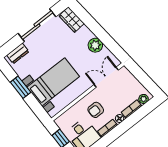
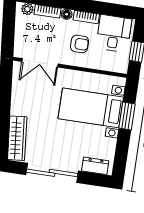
wardrobe: (72, 20) -> (17, 138), width x1.50
plant: (95, 45) -> (20, 101), removed
window: (21, 87) -> (127, 116), moved

